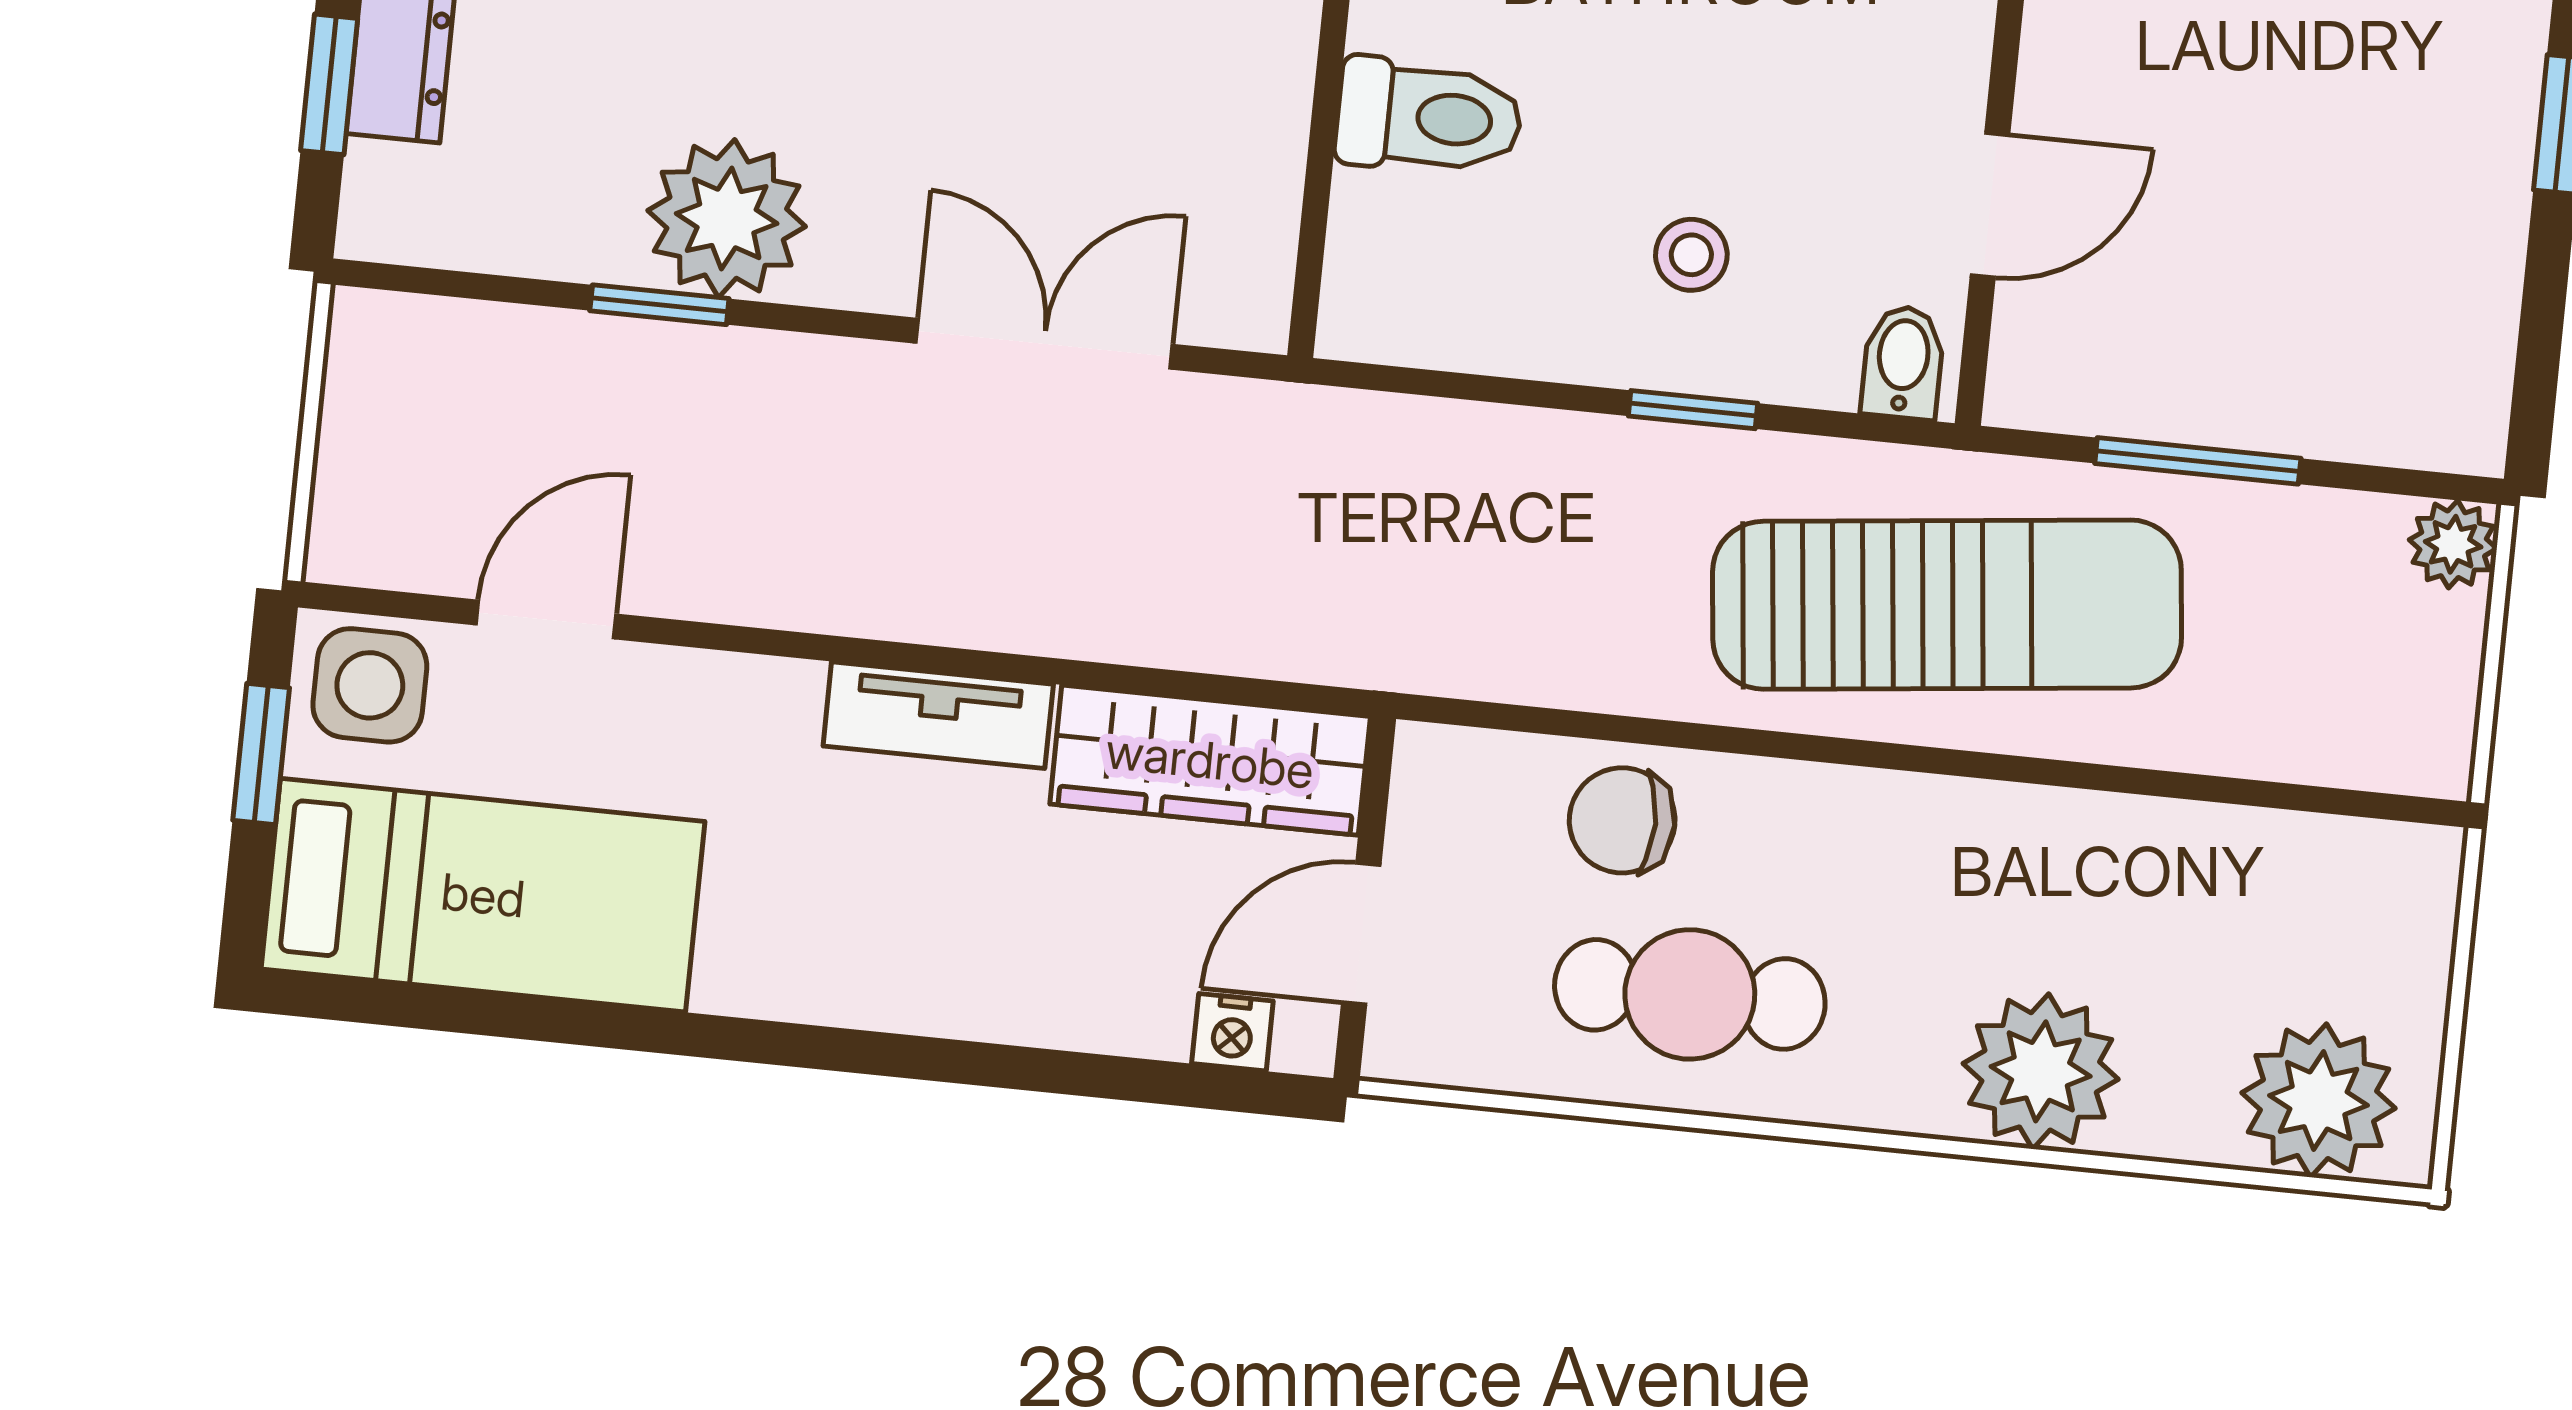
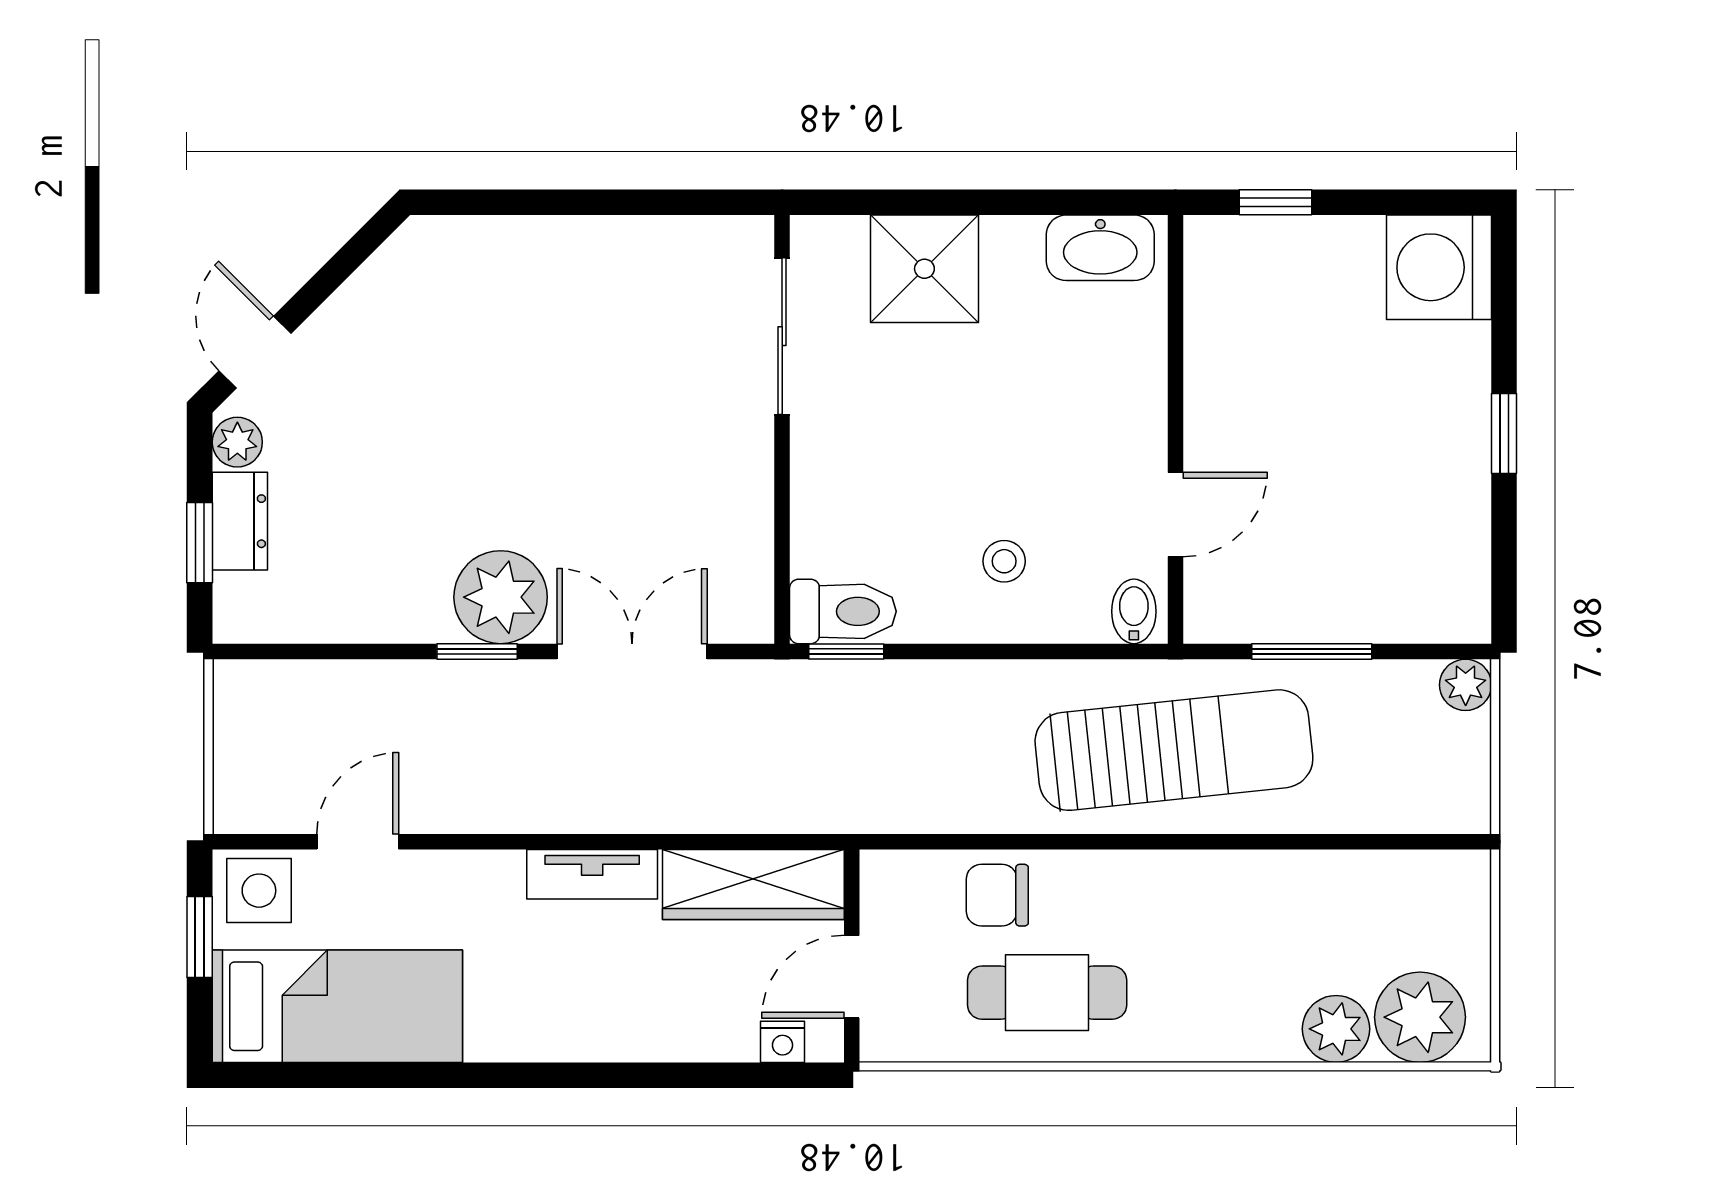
toilet: (1429, 117) -> (843, 611), moved
plant: (727, 219) -> (501, 597), moved
window: (659, 305) -> (477, 651), moved
window: (1693, 410) -> (846, 651), moved
plant: (2041, 1071) -> (1336, 1029), moved, width x0.73, depth x0.73

